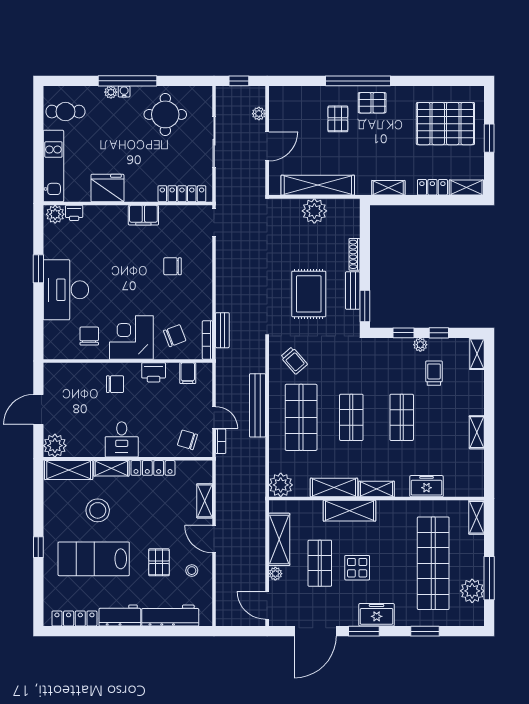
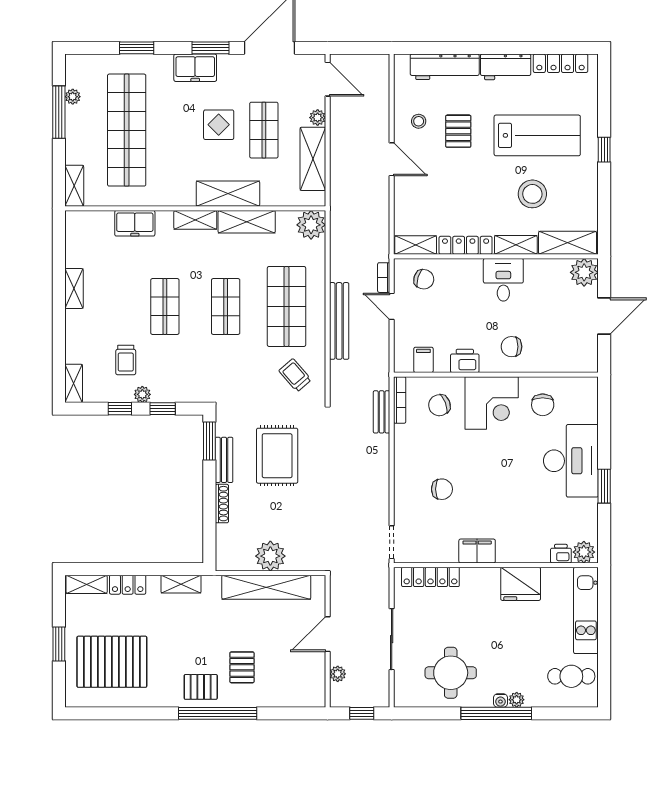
shelving: (205, 501) -> (416, 245), moved, turned 90
plant: (472, 591) -> (73, 97), width x0.53, depth x0.53

